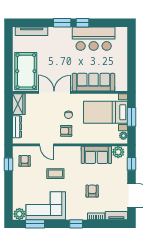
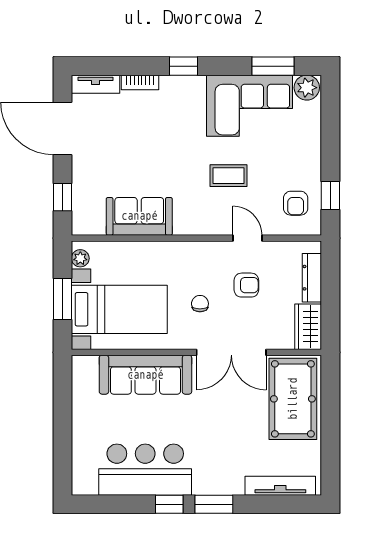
armchair: (66, 131) -> (246, 285), moved
plant: (118, 152) -> (92, 222), removed
armchair: (92, 191) -> (148, 138), removed

